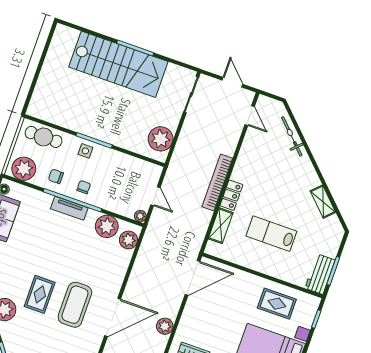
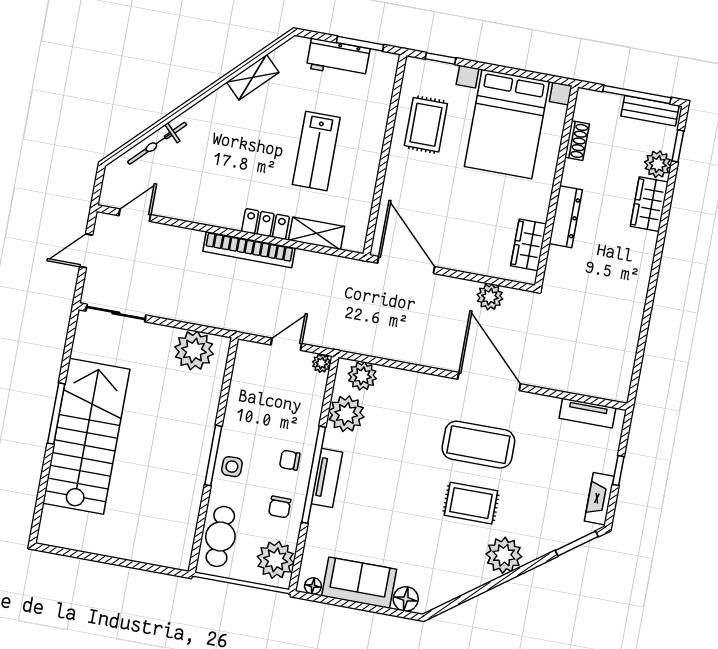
workbench: (320, 274) -> (338, 58), moved

